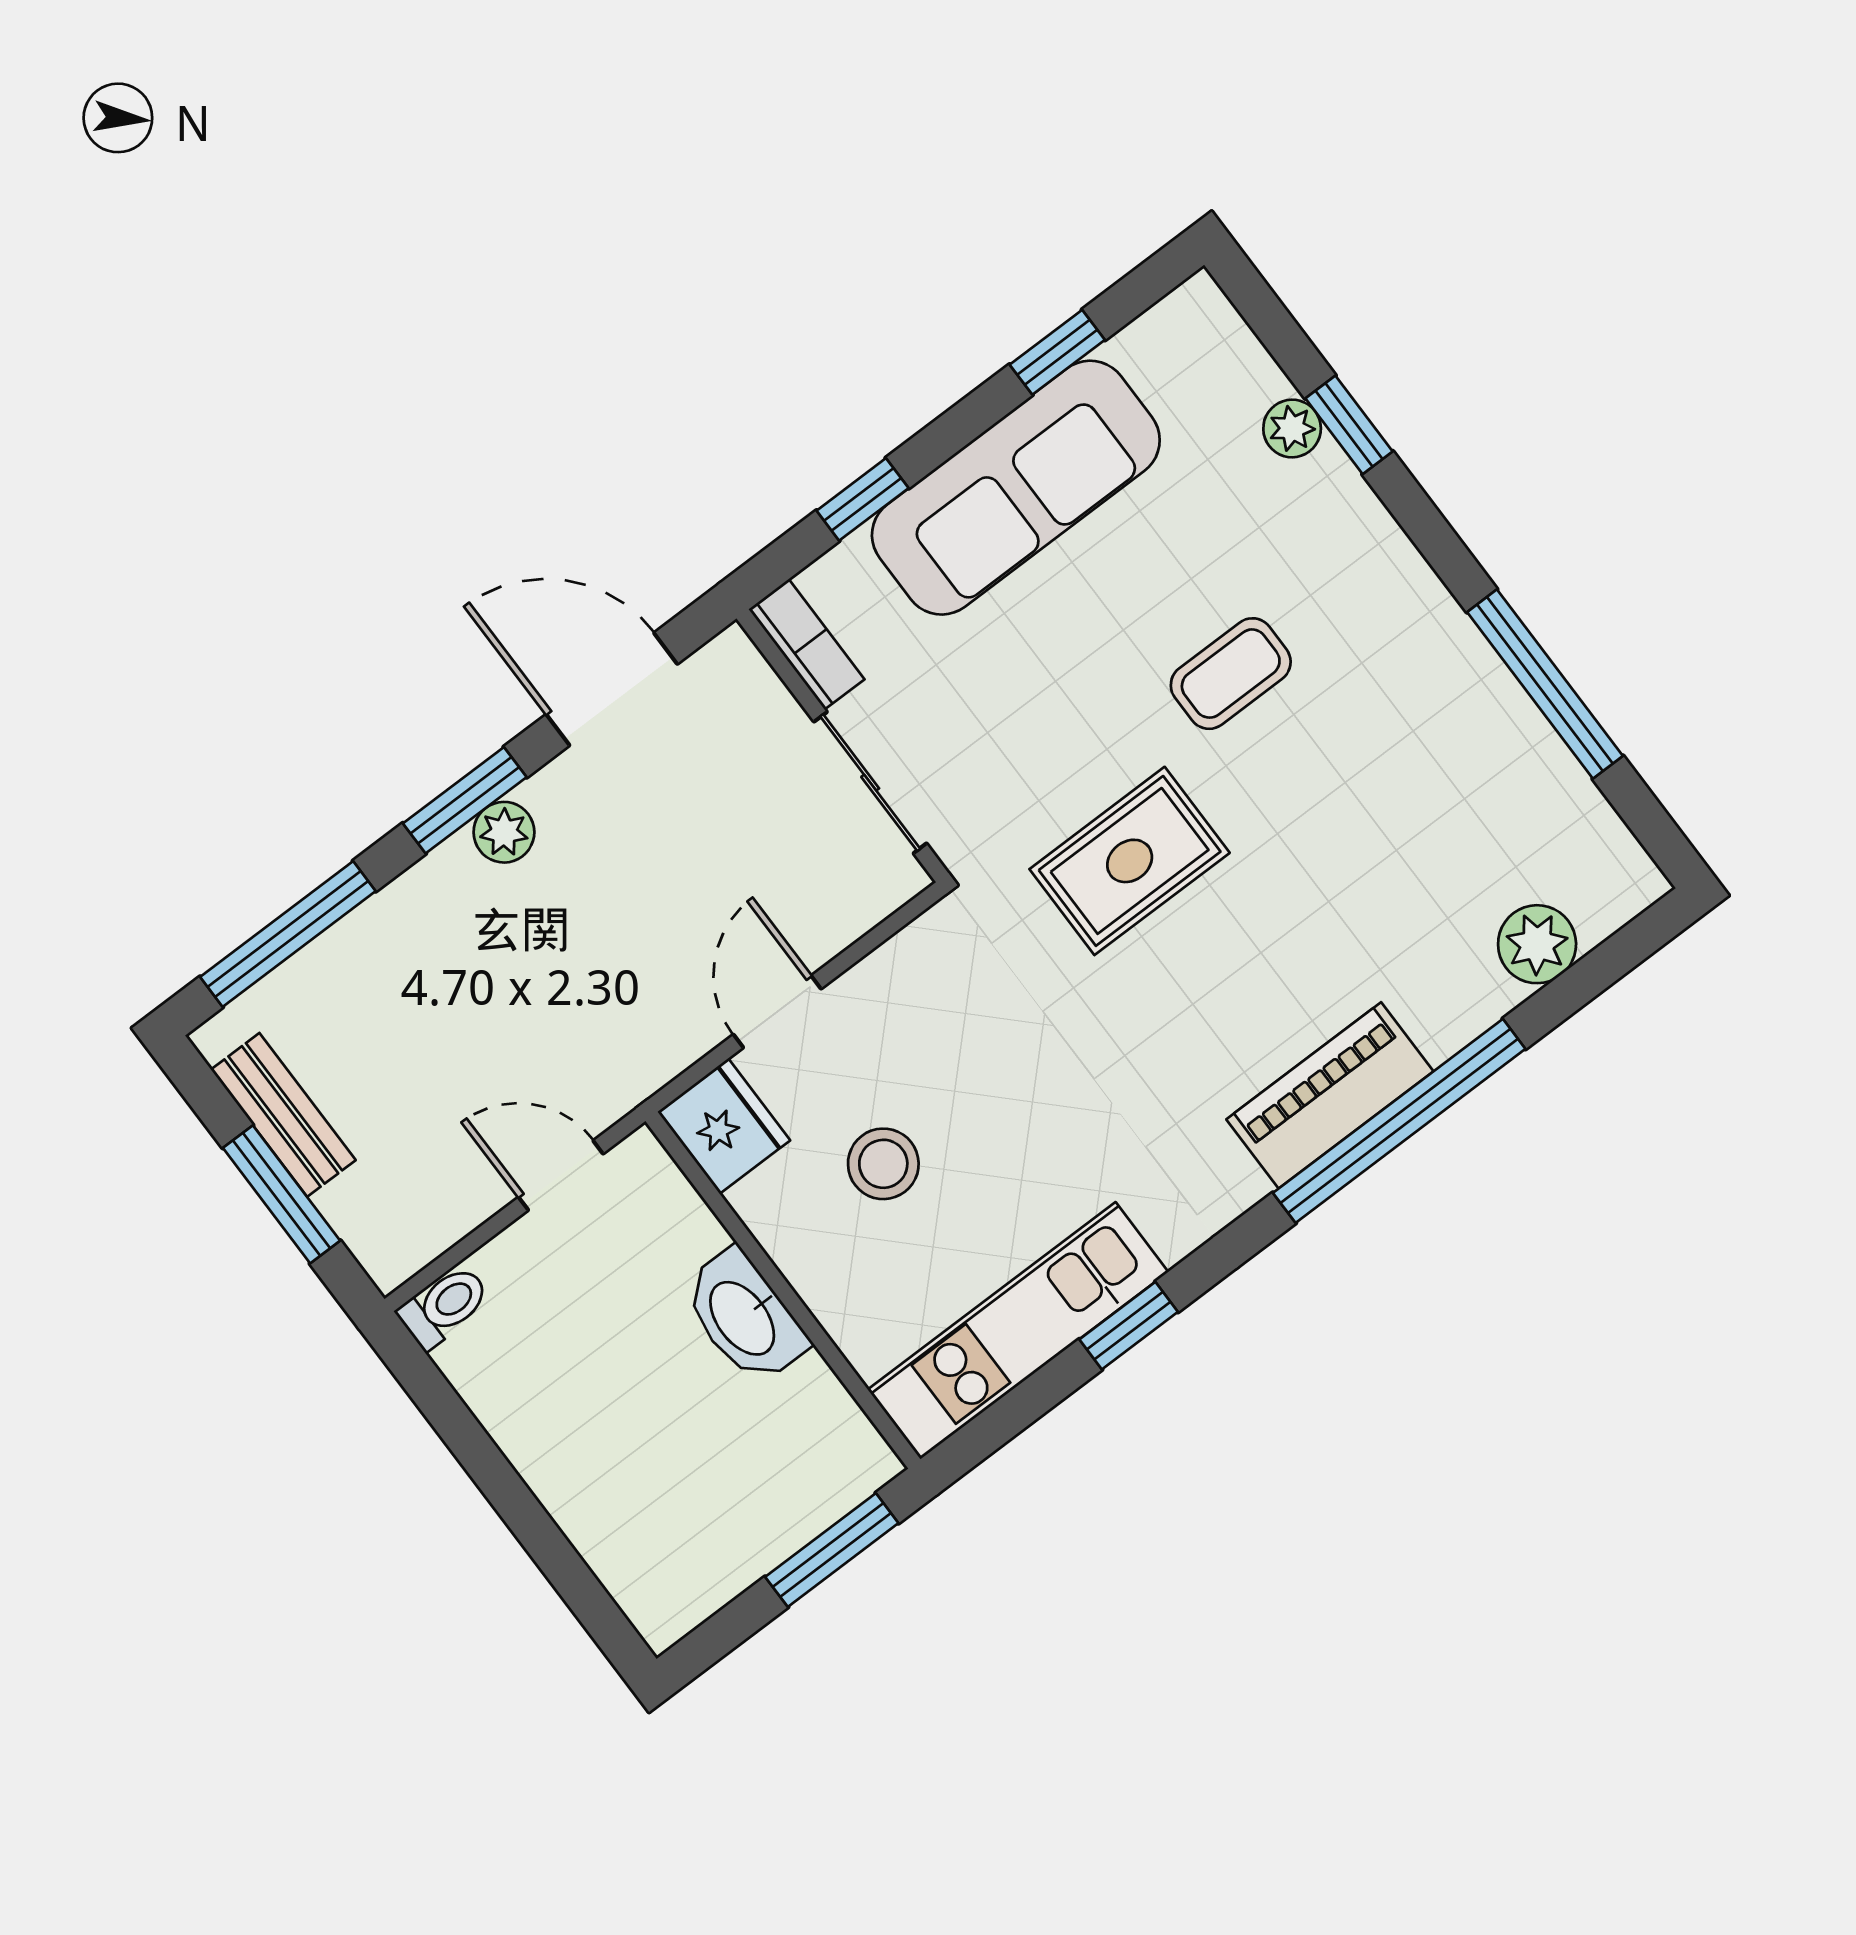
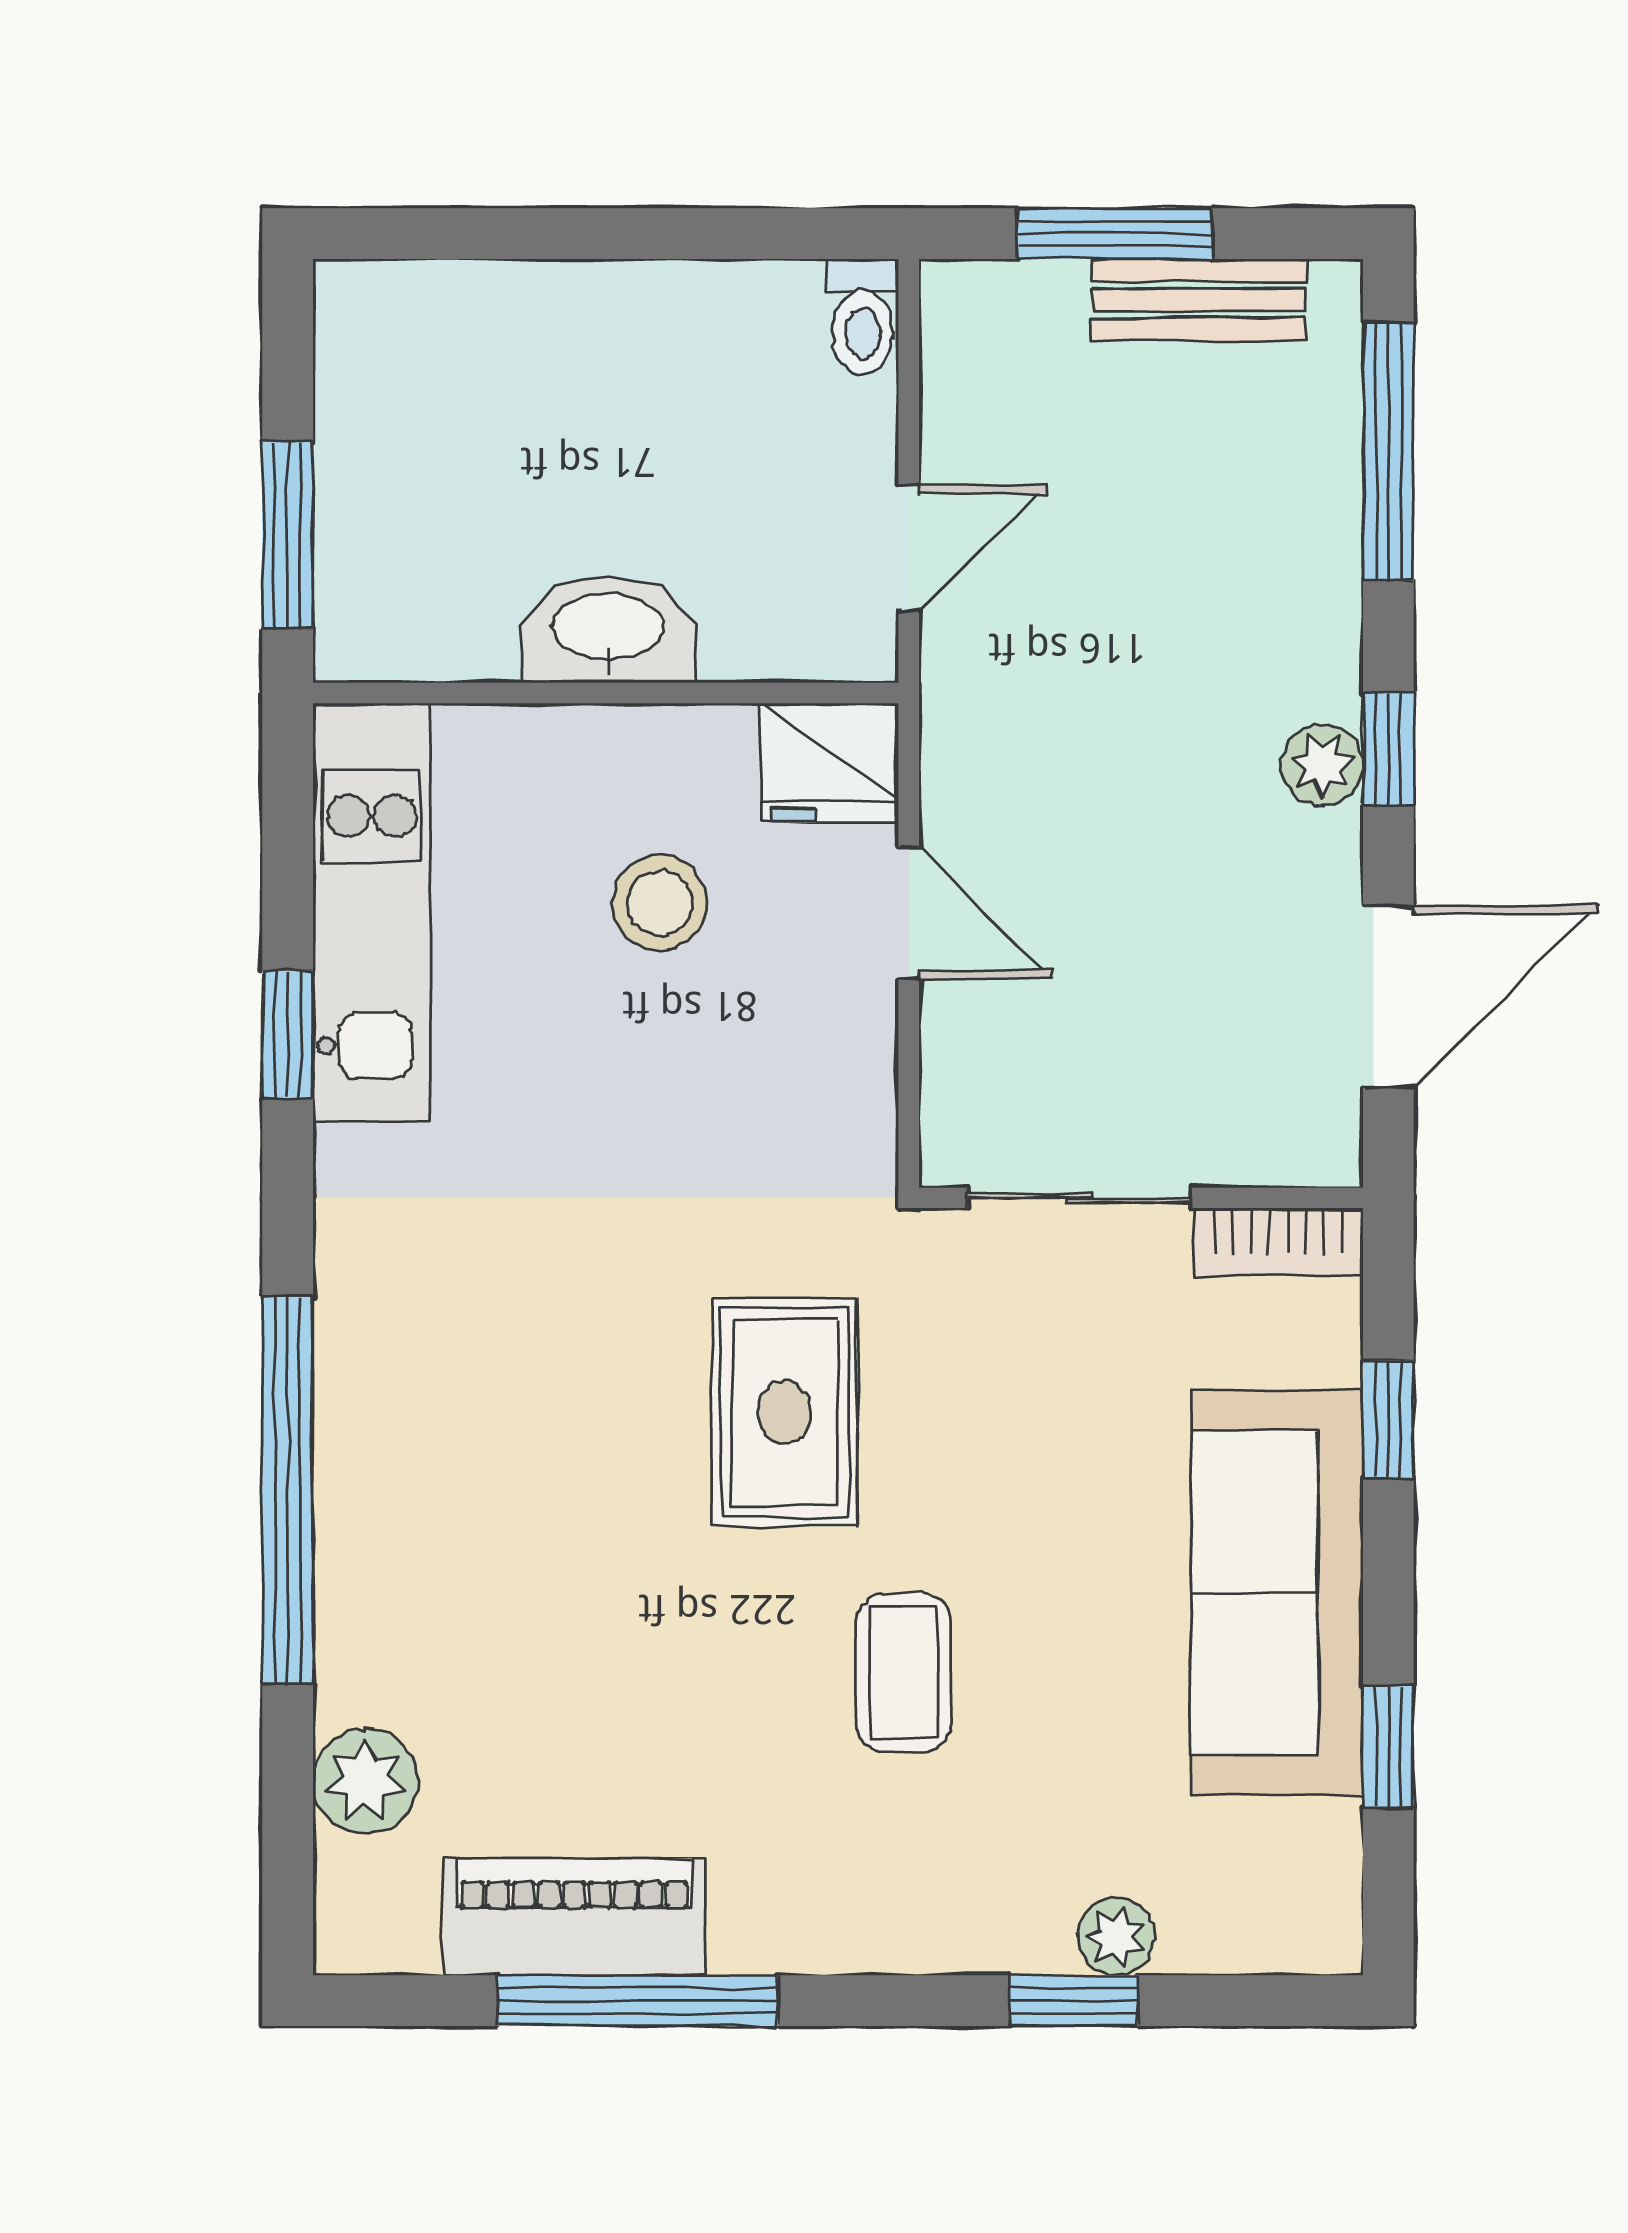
window: (465, 800) -> (1388, 749), width x0.67
piano: (1330, 1095) -> (575, 1917), moved, turned -90

